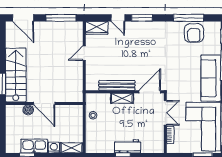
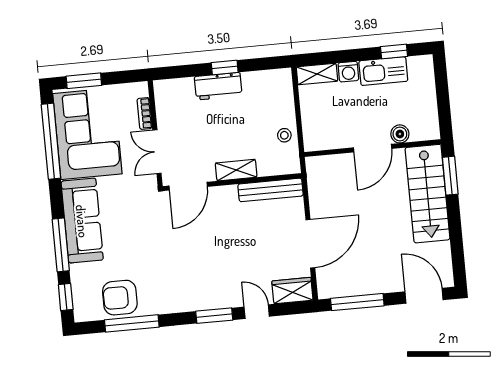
armchair: (194, 33) -> (120, 298), turned -90
door: (84, 53) -> (310, 244), width x1.87
bench: (117, 85) -> (271, 190), moved
door: (44, 103) -> (373, 148), swing flipped

